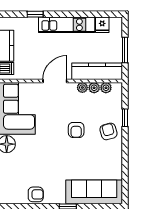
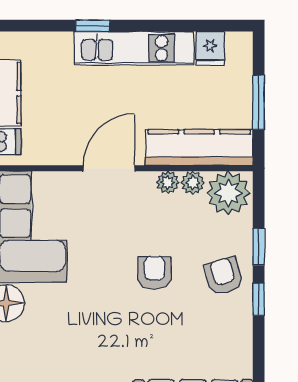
window: (35, 14) -> (93, 26), moved
plant: (106, 88) -> (228, 193), width x1.88, depth x1.88
armchair: (76, 130) -> (155, 273), turned 180
window: (125, 142) -> (259, 299), added

